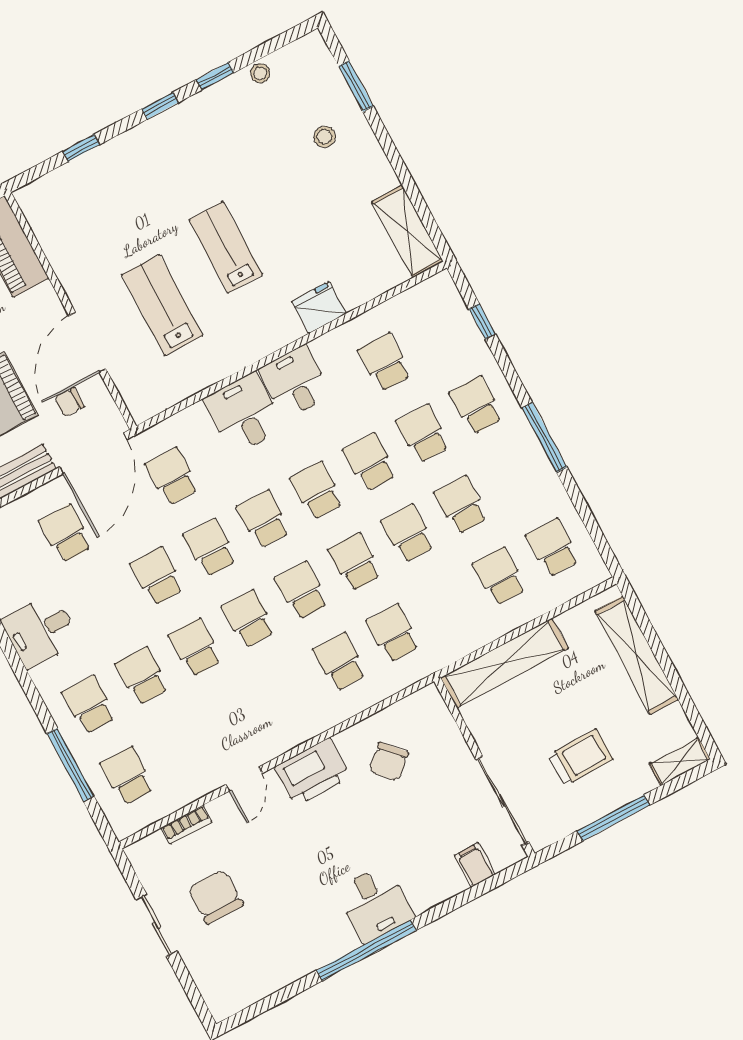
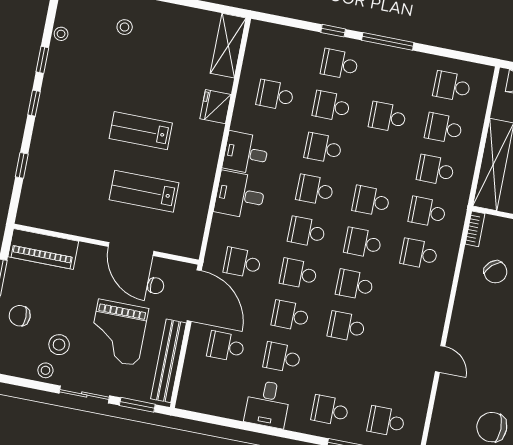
shelving: (408, 231) -> (228, 46), moved, turned 90
window: (482, 321) -> (333, 31), moved
chair: (69, 402) -> (156, 286), turned -90
school desk: (408, 534) -> (435, 170), moved
school desk: (142, 676) -> (282, 357), moved
printer: (312, 772) -> (467, 318), removed
bookcase: (186, 825) -> (475, 229), moved

